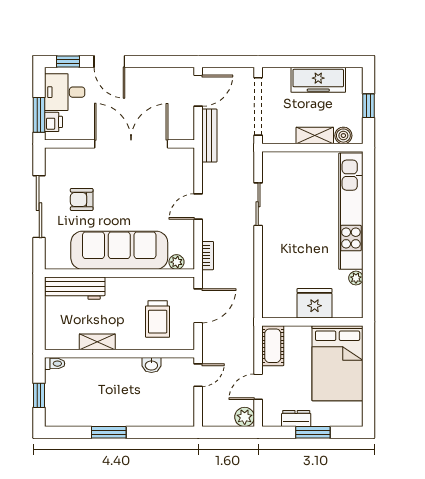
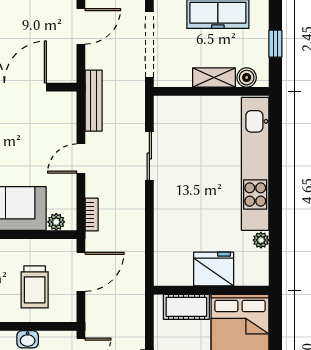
bench: (209, 136) -> (94, 101), moved
cot: (273, 346) -> (186, 307), moved, turned 90

